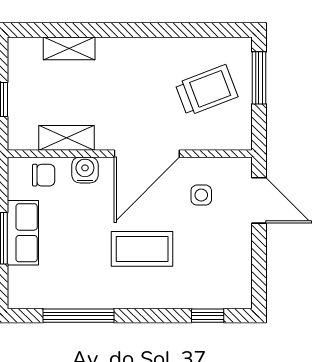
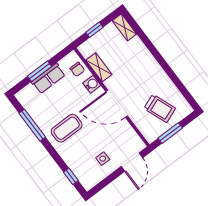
shelving: (69, 48) -> (124, 27), moved
window: (259, 78) -> (170, 133), moved
side table: (201, 195) -> (103, 159), moved
coffee table: (142, 249) -> (67, 128), moved, turned 90

